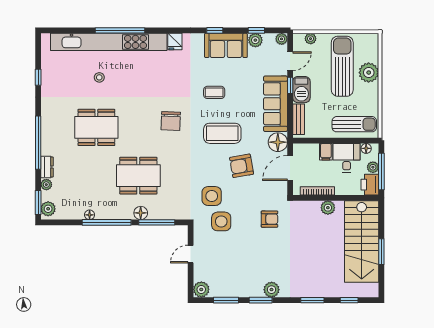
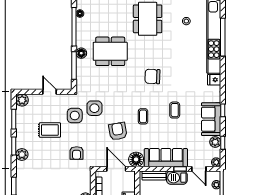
coffee table: (222, 133) -> (143, 116), width x0.54, depth x0.58
dining table: (138, 176) -> (110, 51), turned 90
rug: (240, 254) -> (50, 130), added

